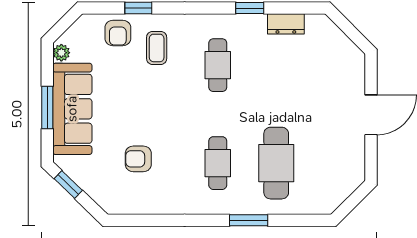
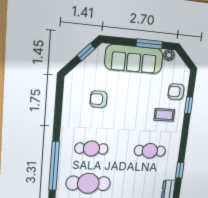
window: (47, 108) -> (149, 44), moved
armchair: (138, 159) -> (99, 99), turned -90
window: (249, 220) -> (54, 166), width x2.11

